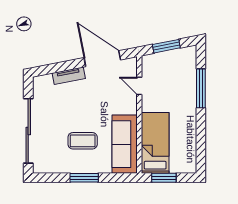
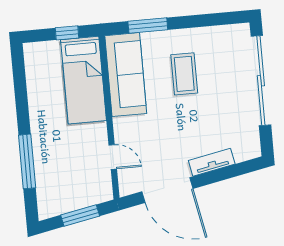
coffee table: (83, 141) -> (184, 74), turned 90
window: (84, 178) -> (148, 26), moved
window: (164, 178) -> (67, 33), width x0.67

